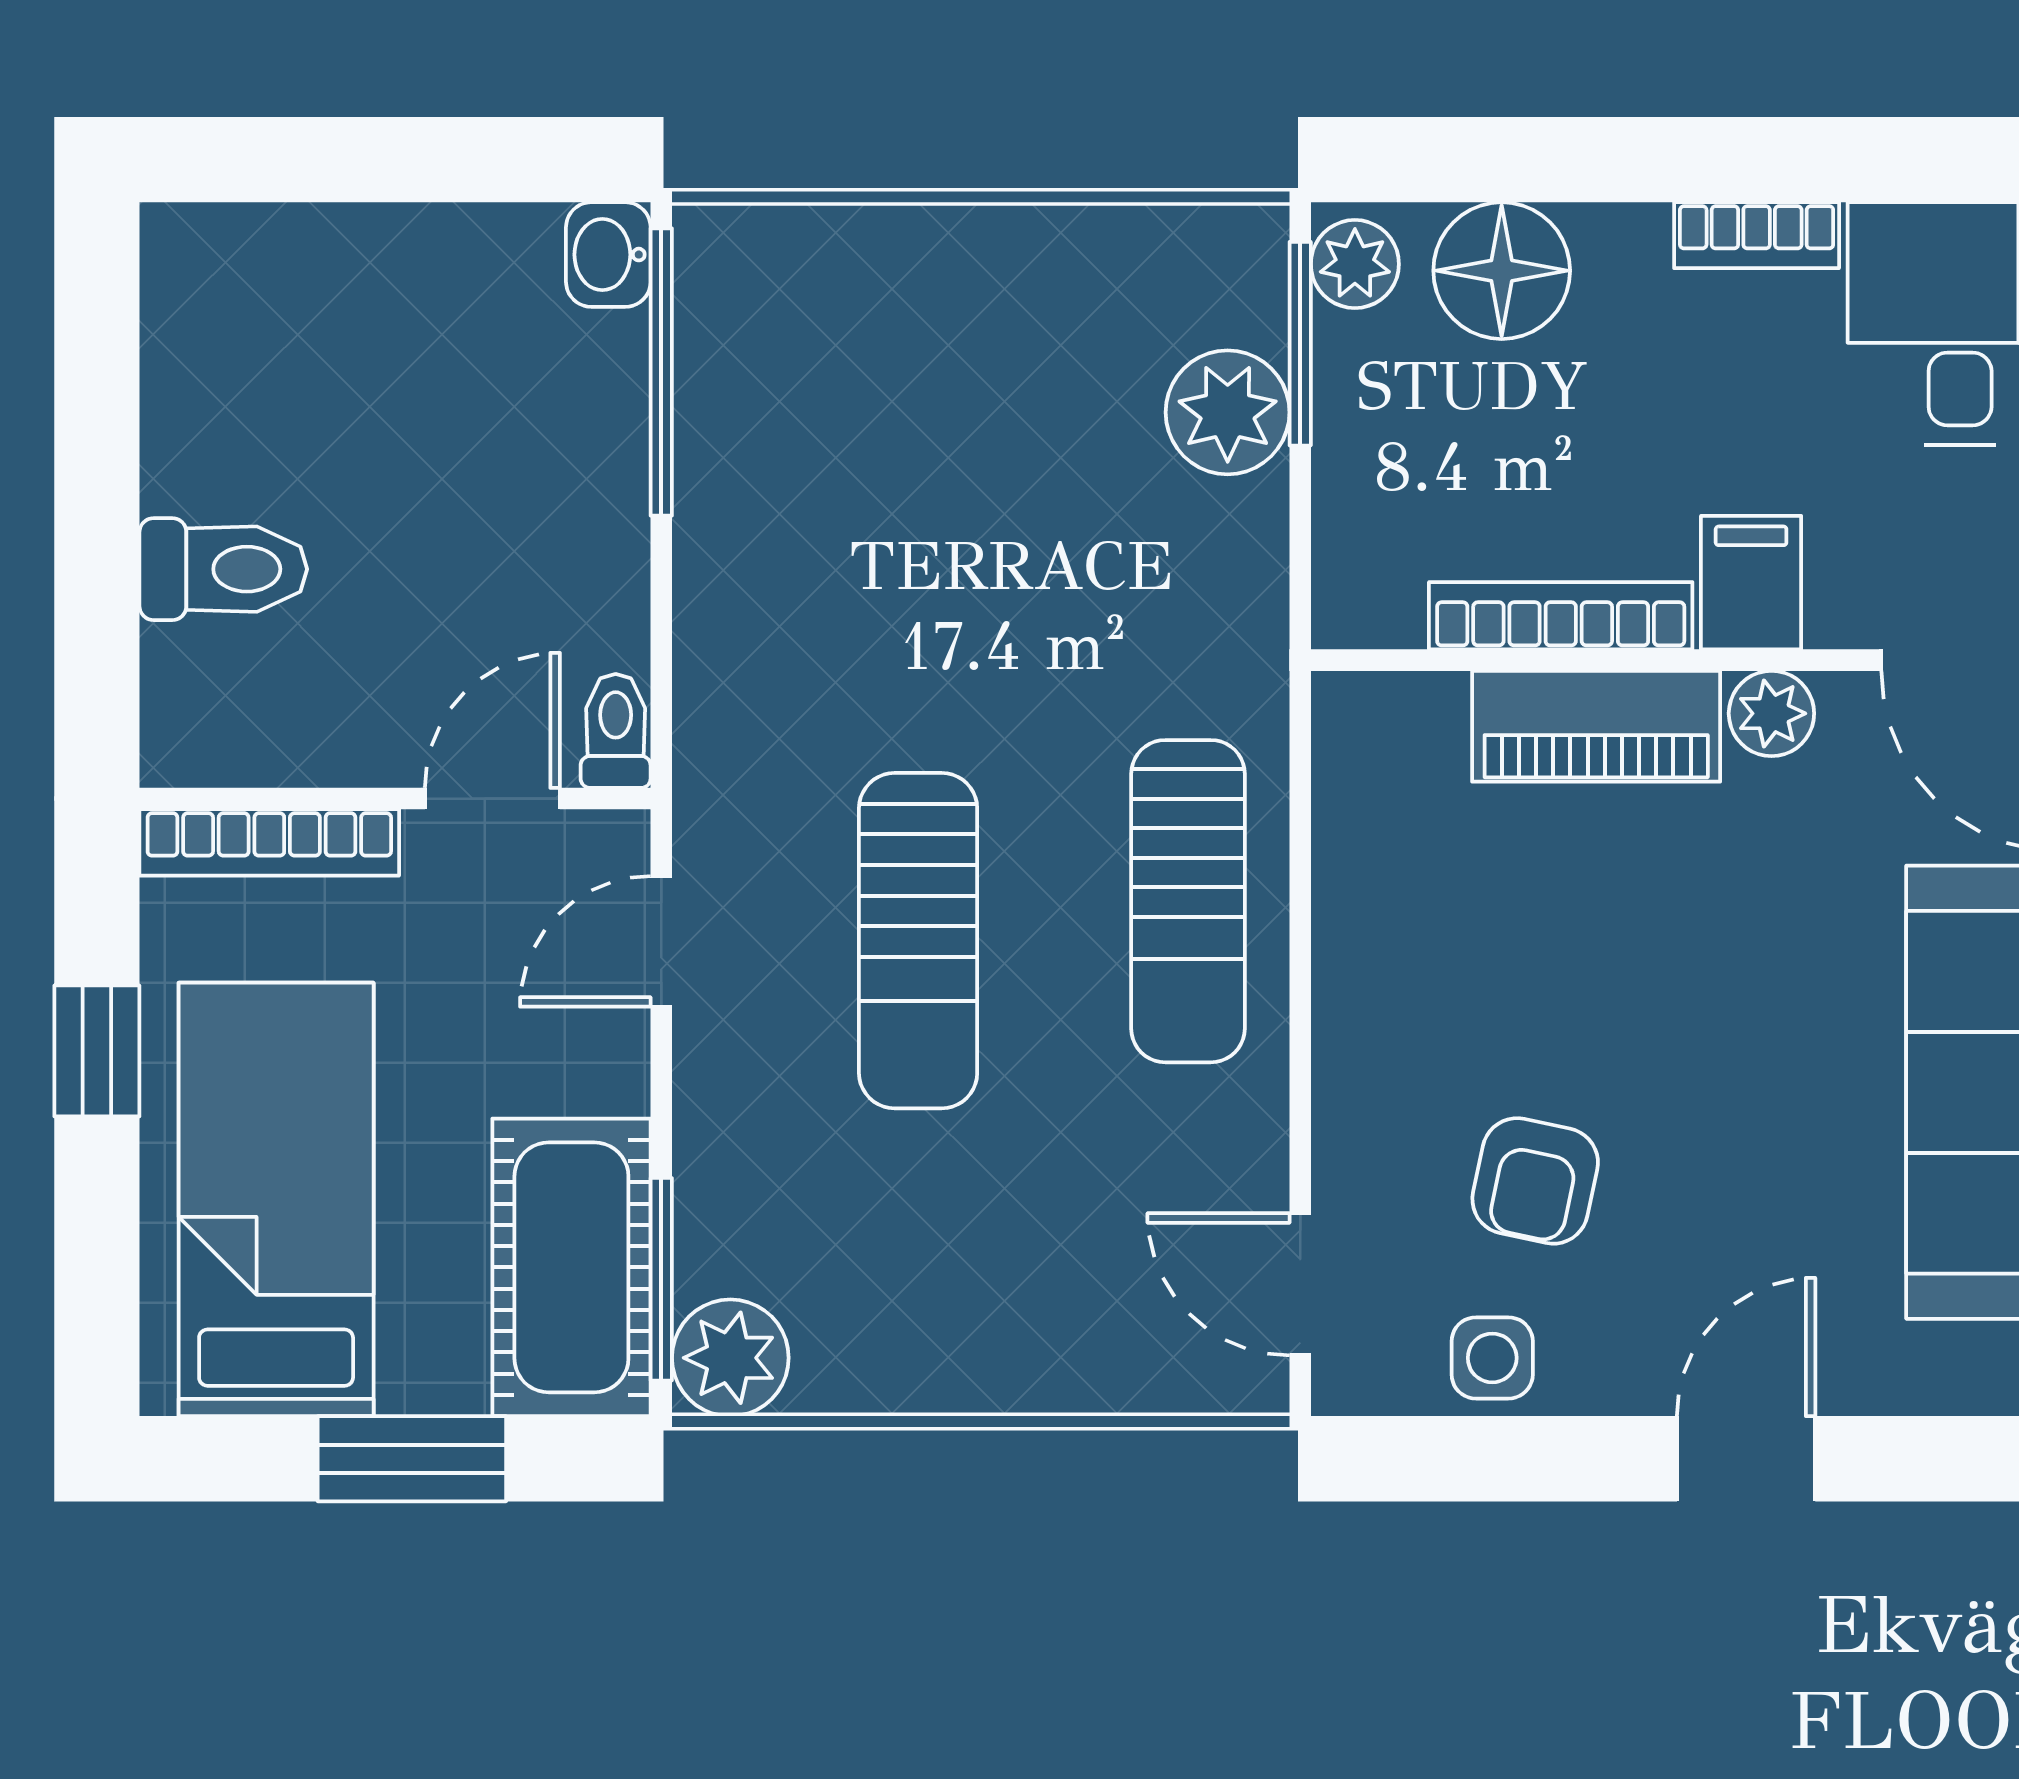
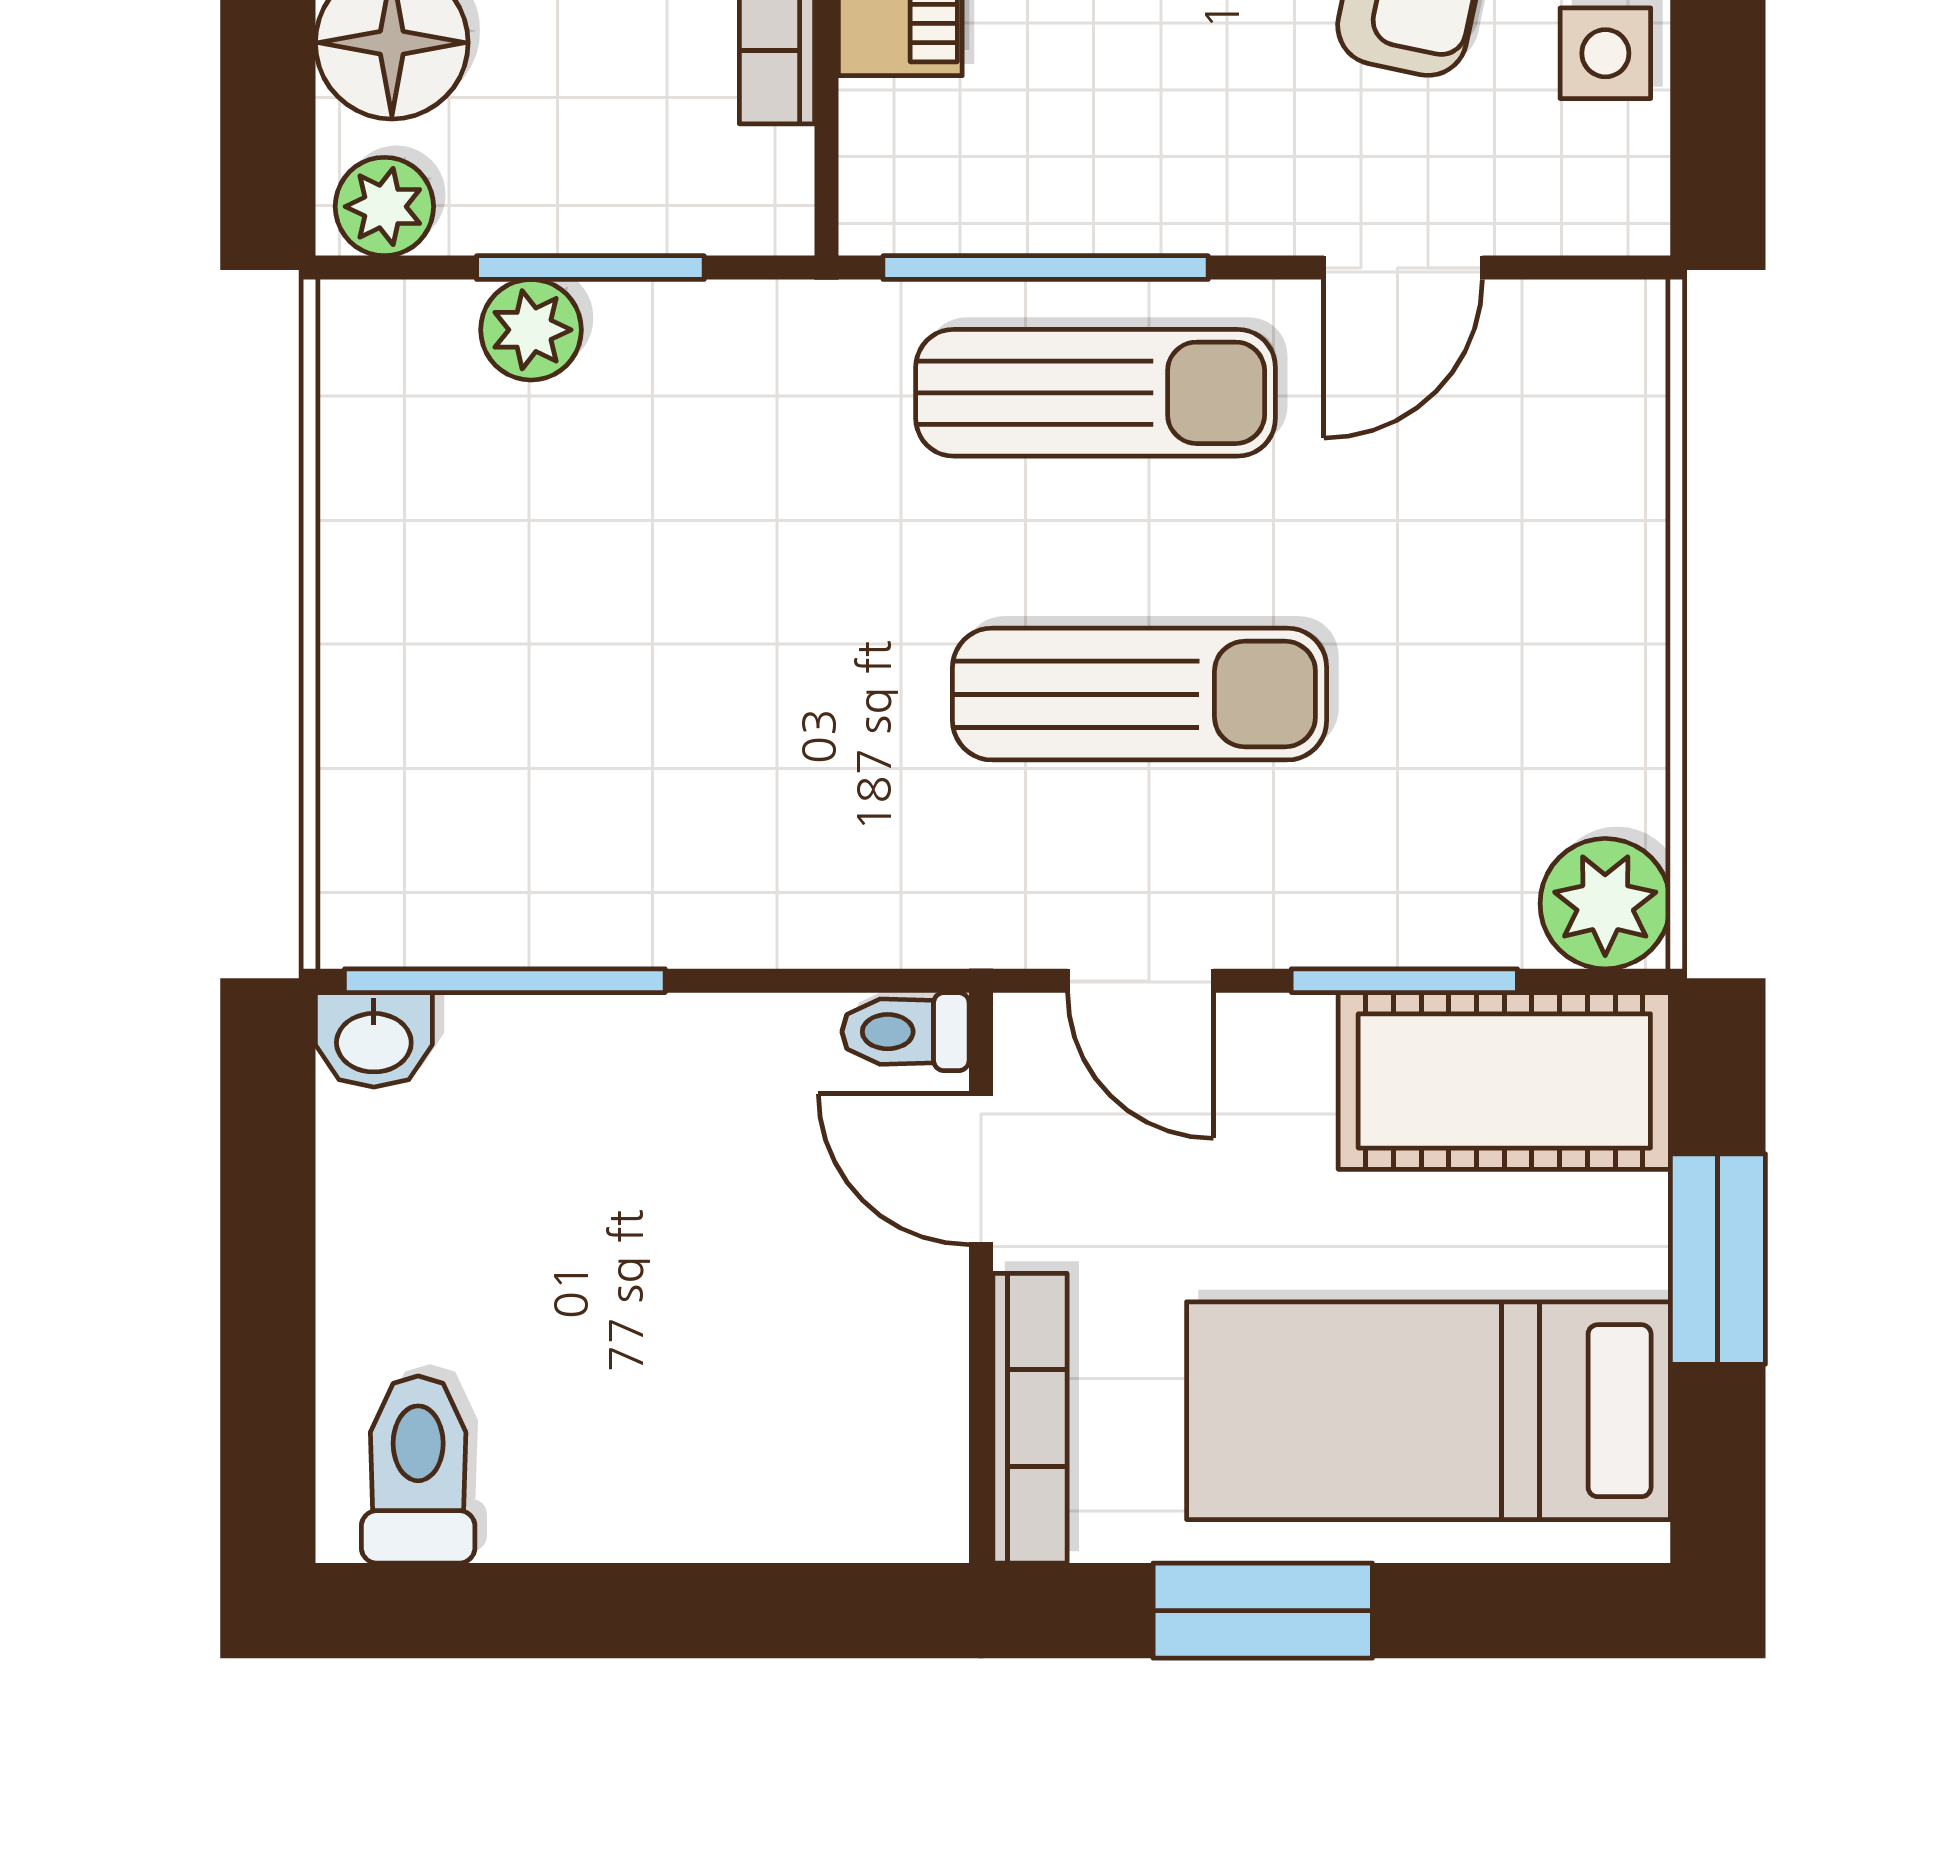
window: (1300, 344) -> (590, 268), moved
plant: (1228, 412) -> (531, 330), width x0.73, depth x0.73
toilet: (223, 569) -> (418, 1470), moved
window: (1300, 856) -> (1046, 268), added
window: (97, 1051) -> (1263, 1611), width x1.50
window: (661, 1279) -> (1404, 981), moved
door: (1300, 1284) -> (1403, 268), moved

